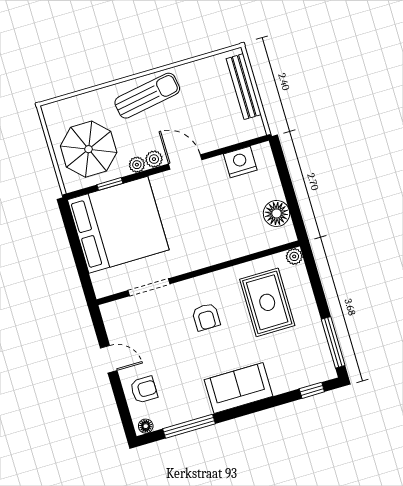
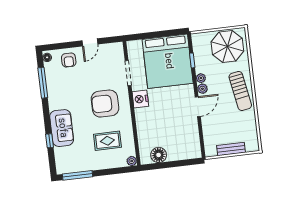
bench: (244, 87) -> (231, 149), width x0.73
parasol: (89, 149) -> (227, 47), moved
nightstand: (240, 162) -> (140, 99), moved, turned 180
rug: (267, 302) -> (107, 141), width x0.73, depth x0.70
armchair: (206, 317) -> (105, 104), width x1.88, depth x1.88
sofa: (239, 388) -> (62, 128), moved
window: (312, 390) -> (50, 141), moved

